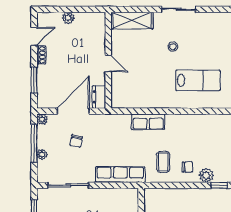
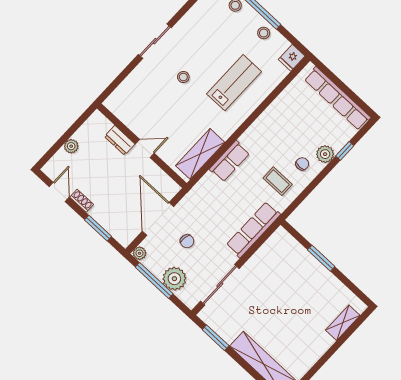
shelving: (132, 20) -> (200, 154), moved
dresser: (99, 97) -> (120, 140), moved
plant: (42, 155) -> (174, 279), width x1.87, depth x1.87

